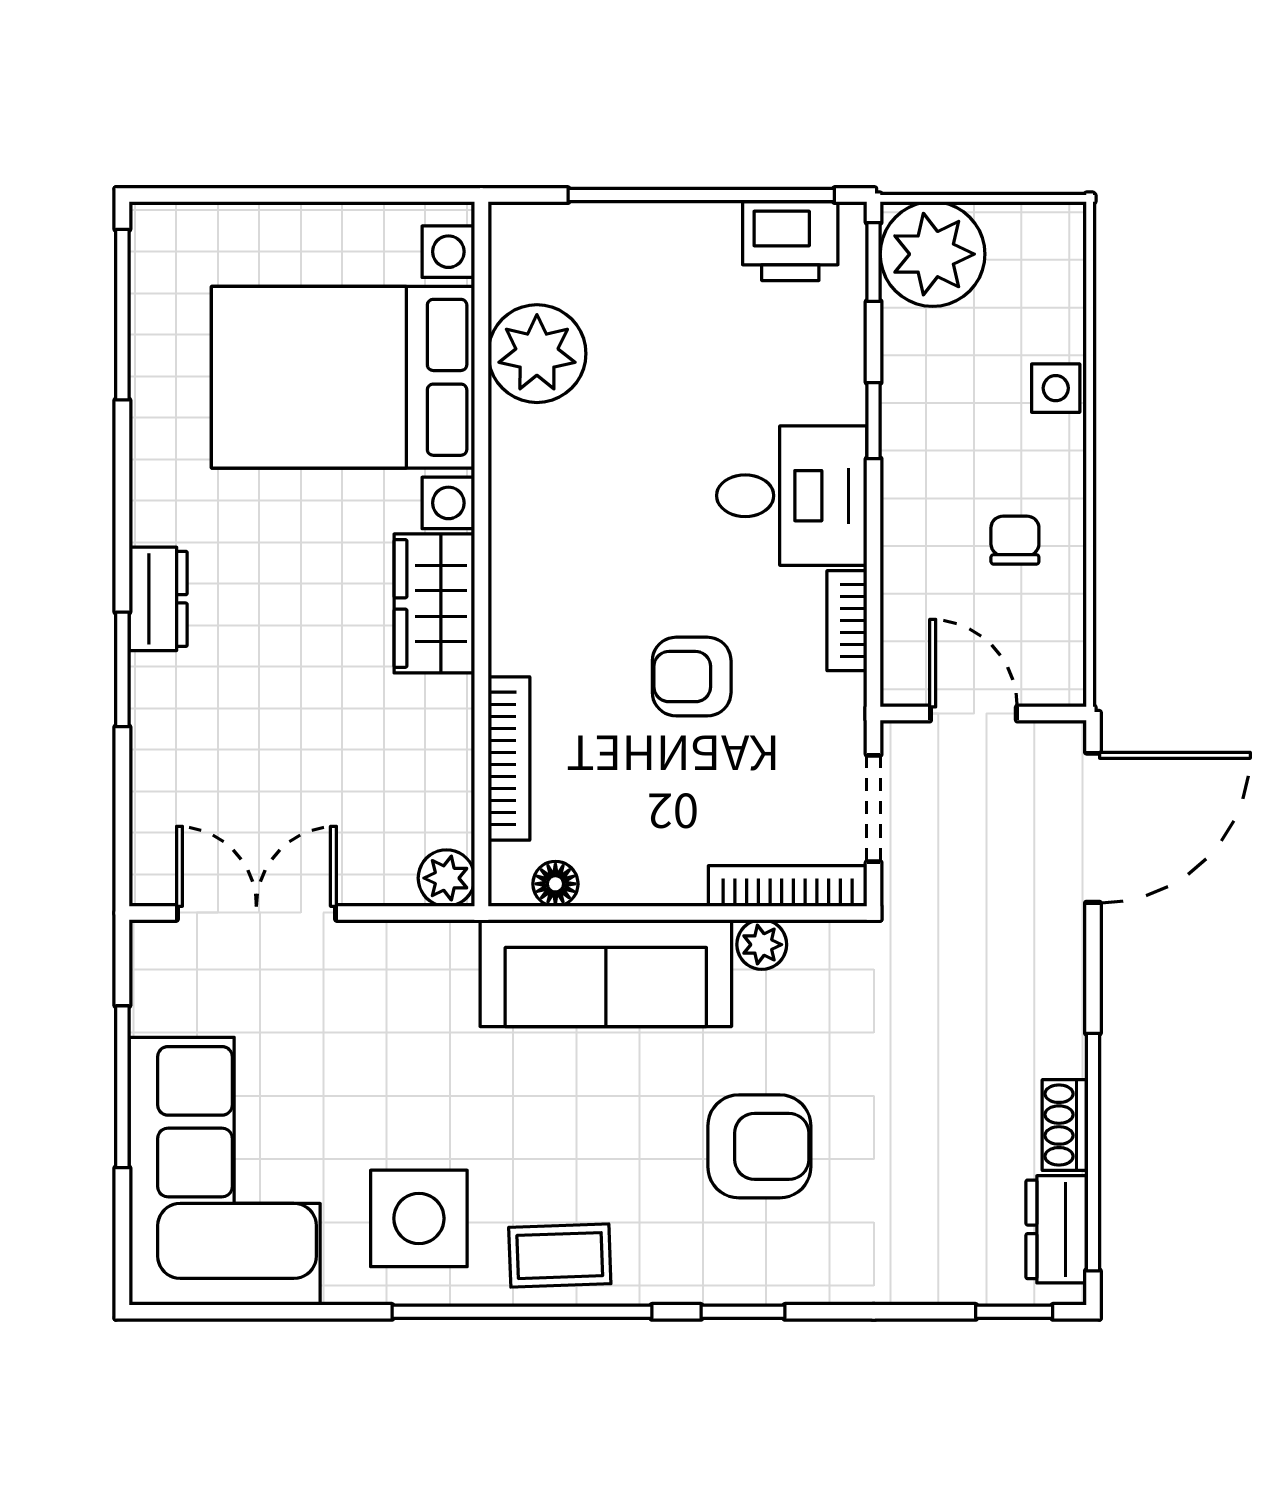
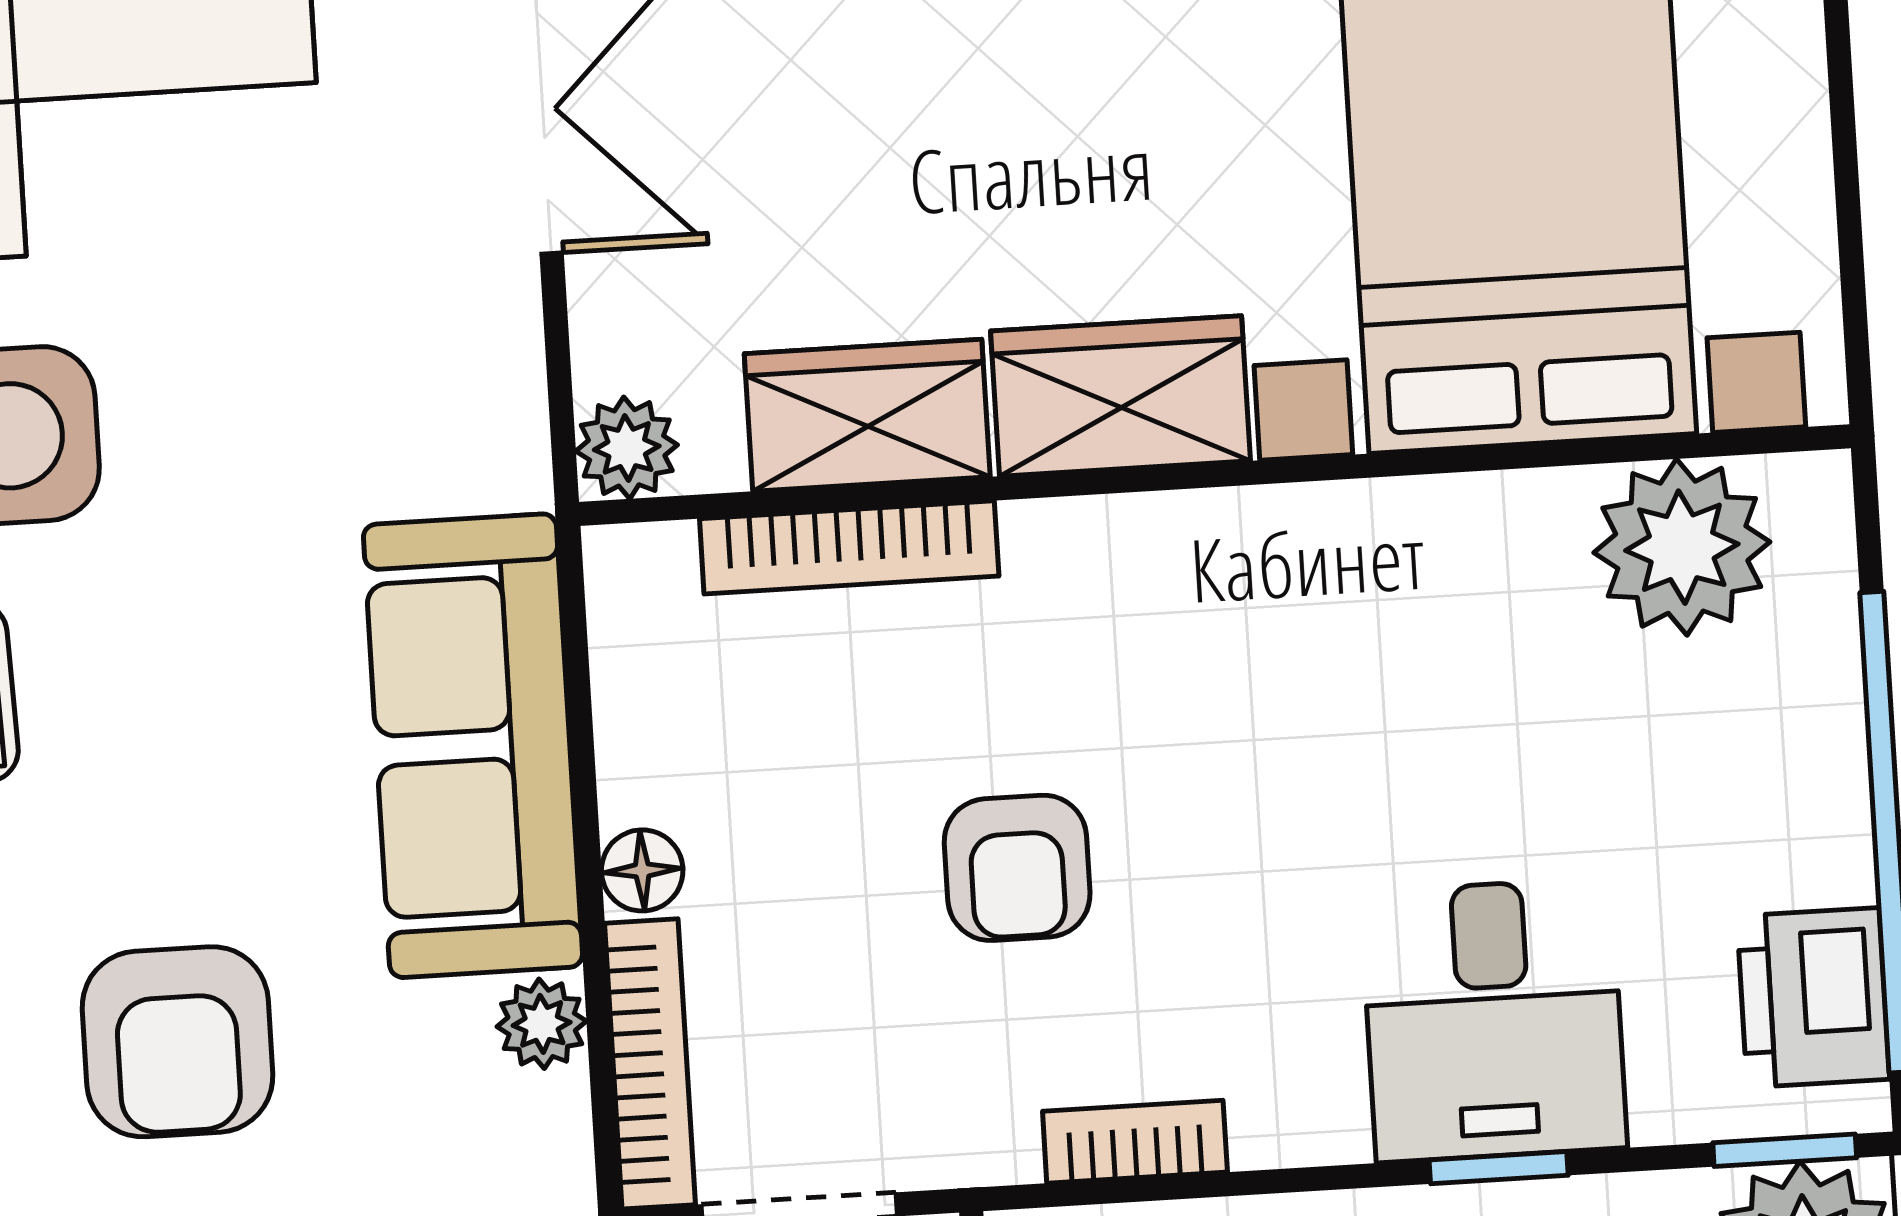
plant: (537, 354) -> (1682, 547), moved
desk: (792, 496) -> (1494, 1020), moved
armchair: (692, 677) -> (1017, 868), turned 180
wardrobe: (437, 744) -> (867, 415), added
floor lamp: (555, 884) -> (642, 870), moved

